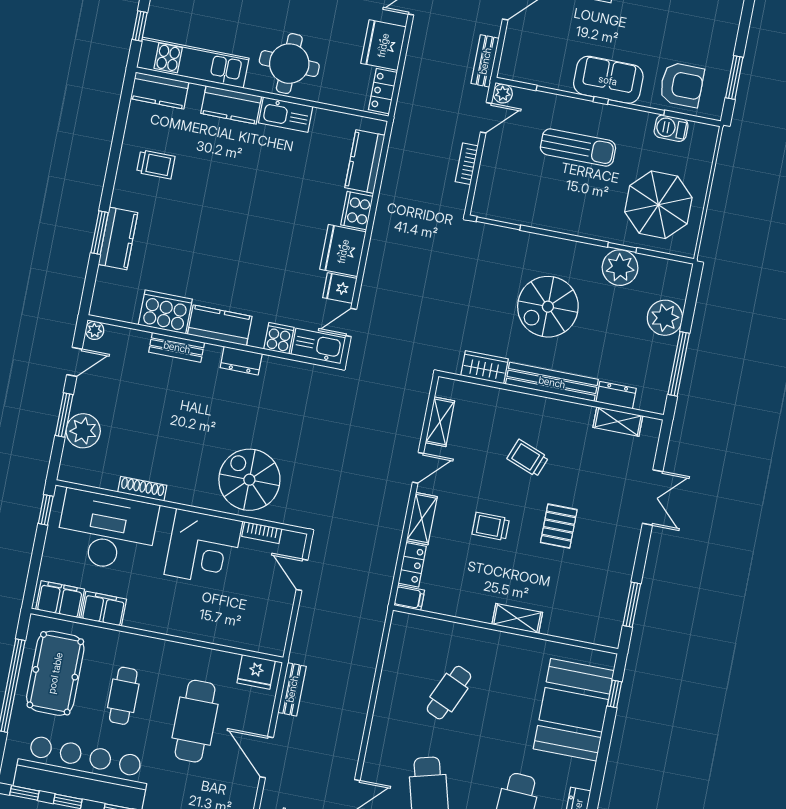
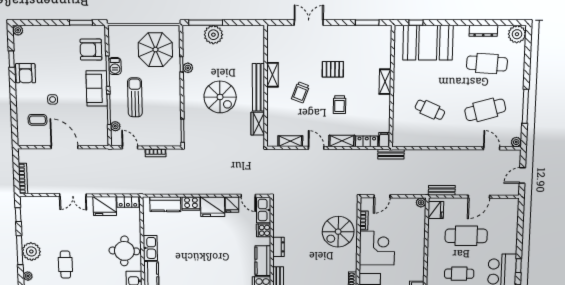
bench: (485, 61) -> (391, 154), moved
armchair: (682, 85) -> (91, 50), turned -90
plant: (503, 93) -> (115, 126), moved
barbecue: (671, 128) -> (115, 66), moved
plant: (620, 268) -> (188, 68), width x0.53, depth x0.53
window: (679, 364) -> (206, 23), moved
dresser: (616, 395) -> (259, 52), removed
shelving: (618, 422) -> (272, 75), moved
plant: (276, 646) -> (421, 202), added

